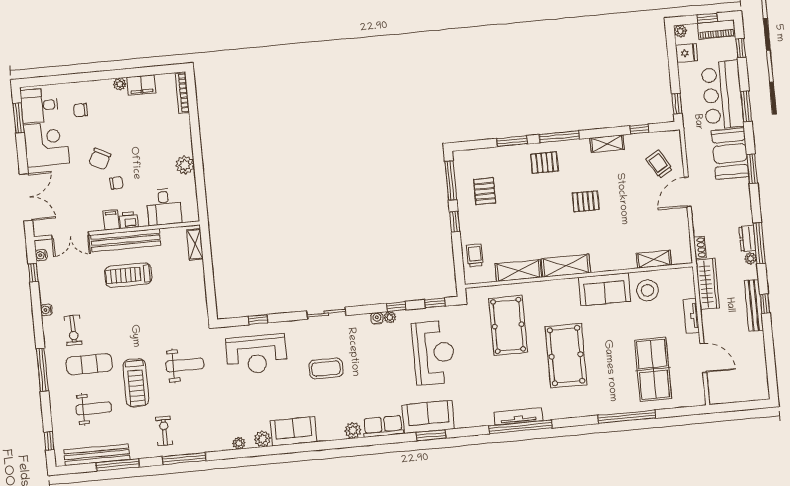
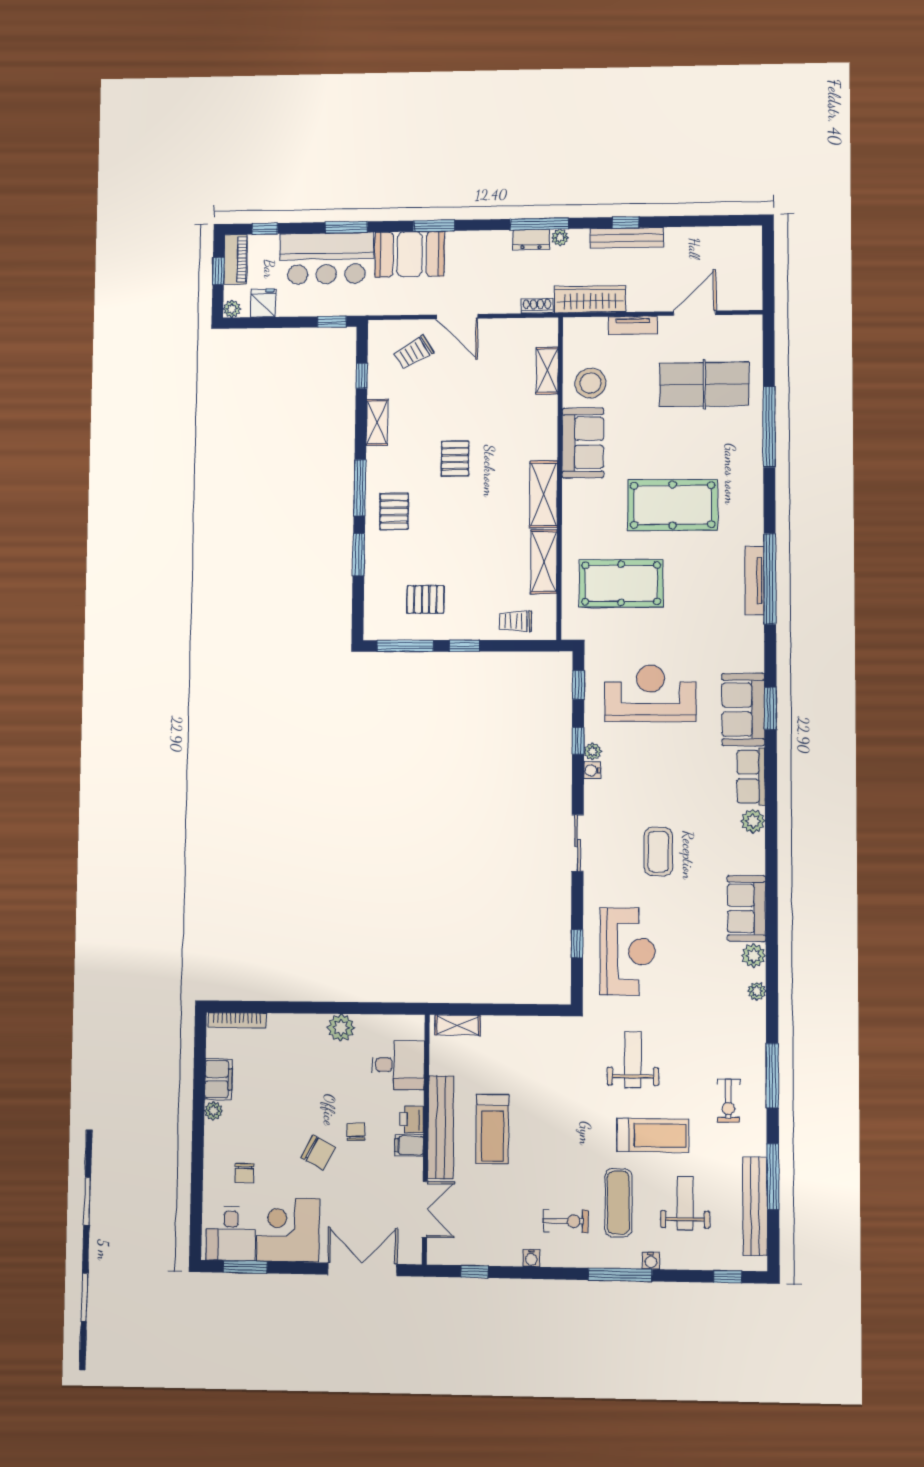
water cooler: (41, 255) -> (651, 1261), moved
exercise bike: (164, 431) -> (728, 1101), turned -90

